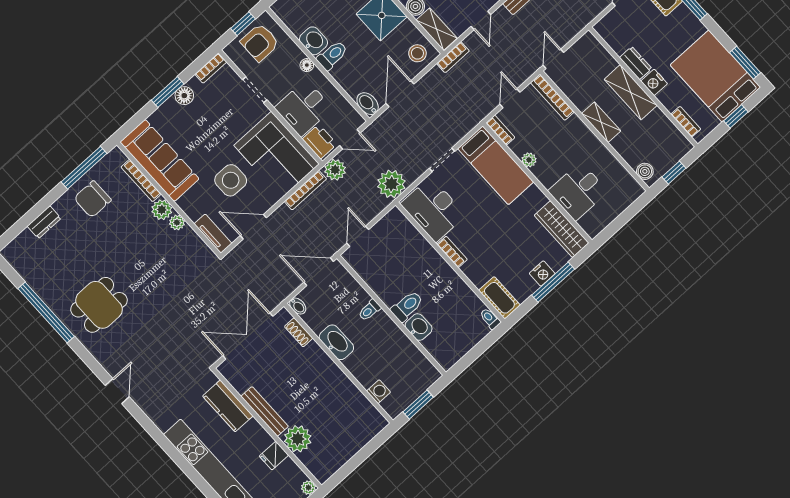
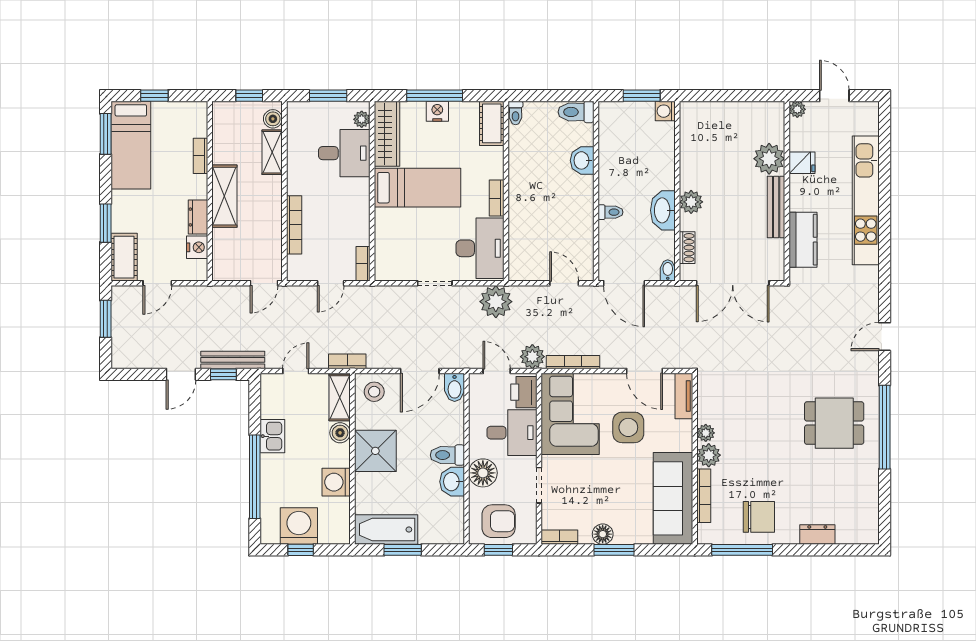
floor lamp: (307, 65) -> (483, 473), width x1.89, depth x1.89
bed: (715, 76) -> (131, 145), width x0.67
nightstand: (654, 82) -> (197, 247), moved
bookcase: (552, 97) -> (294, 225), moved
shelving: (601, 122) -> (272, 152), moved
bookcase: (686, 122) -> (200, 156), moved
plant: (529, 160) -> (362, 119), moved
bed: (496, 165) -> (418, 188), moved, turned 90
window: (623, 219) -> (328, 96), added
door: (358, 236) -> (564, 283), swing flipped
toilet: (407, 306) -> (576, 112), moved
window: (46, 313) -> (885, 427), moved
plant: (323, 364) -> (691, 202), added
washing machine: (379, 392) -> (665, 111), moved

